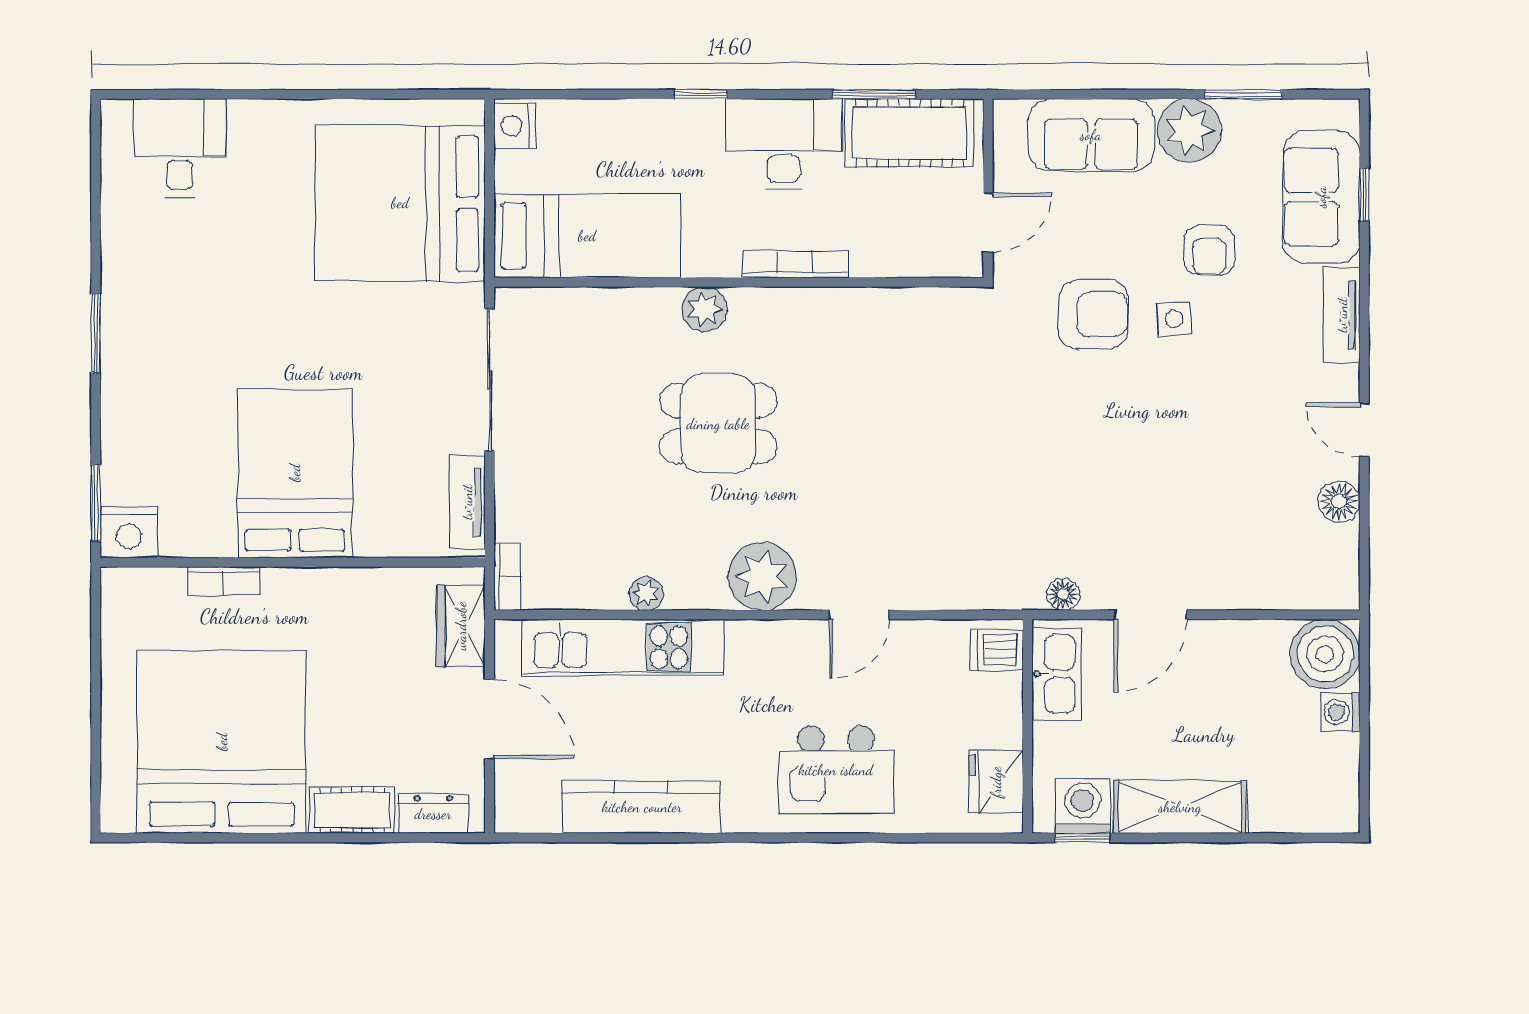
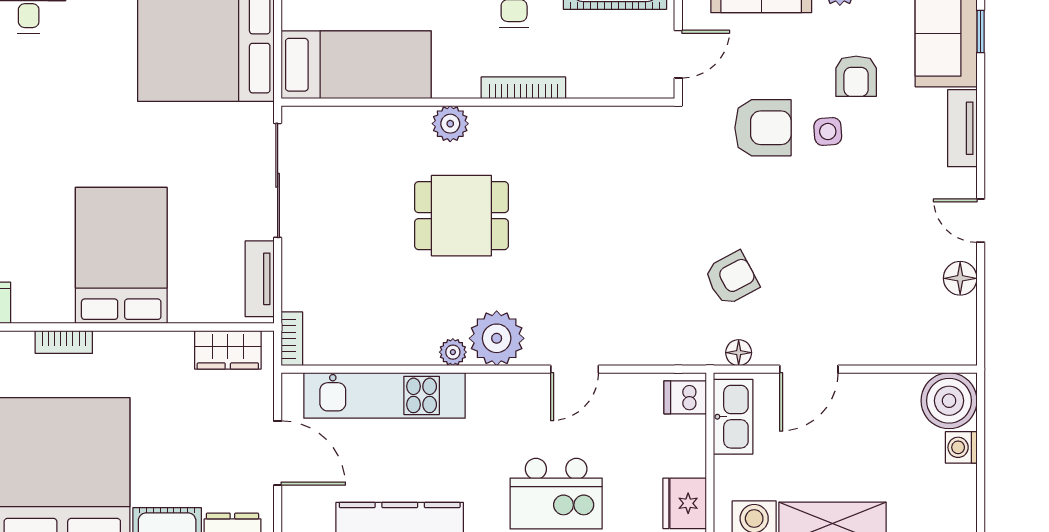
armchair: (1054, 502) -> (732, 278), added
plant: (646, 594) -> (453, 352), moved
wardrobe: (461, 626) -> (228, 350), moved, turned -90

